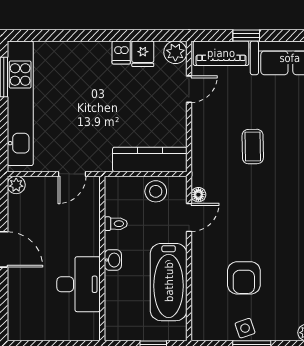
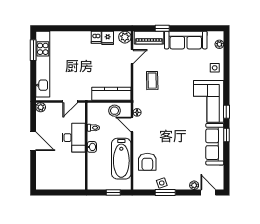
coffee table: (253, 147) -> (152, 81), moved
door: (189, 218) -> (132, 124), swing flipped
armchair: (244, 278) -> (147, 162), moved
desk: (79, 284) -> (74, 138), moved

